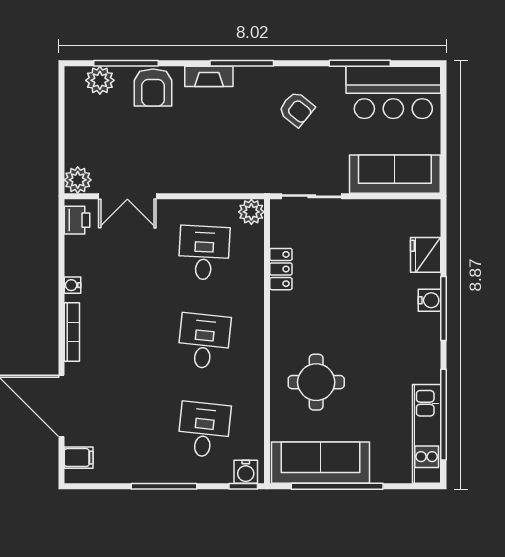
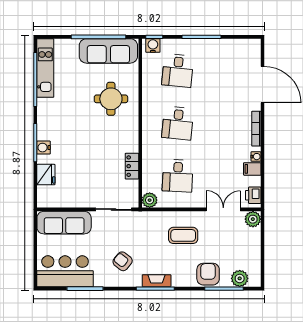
fireplace: (209, 76) -> (157, 281), moved
coffee table: (195, 153) -> (183, 235), added
filing cabinet: (79, 458) -> (252, 169), moved

